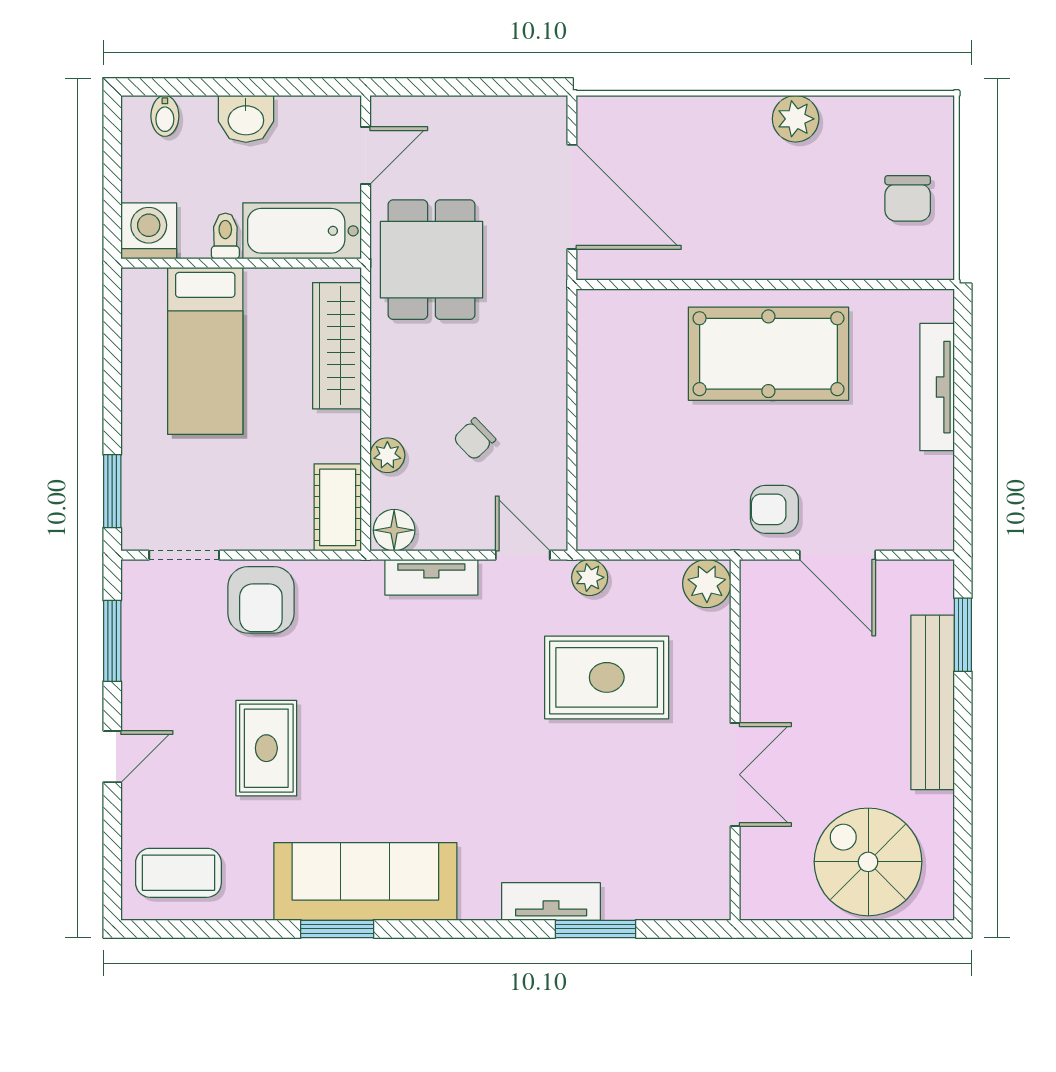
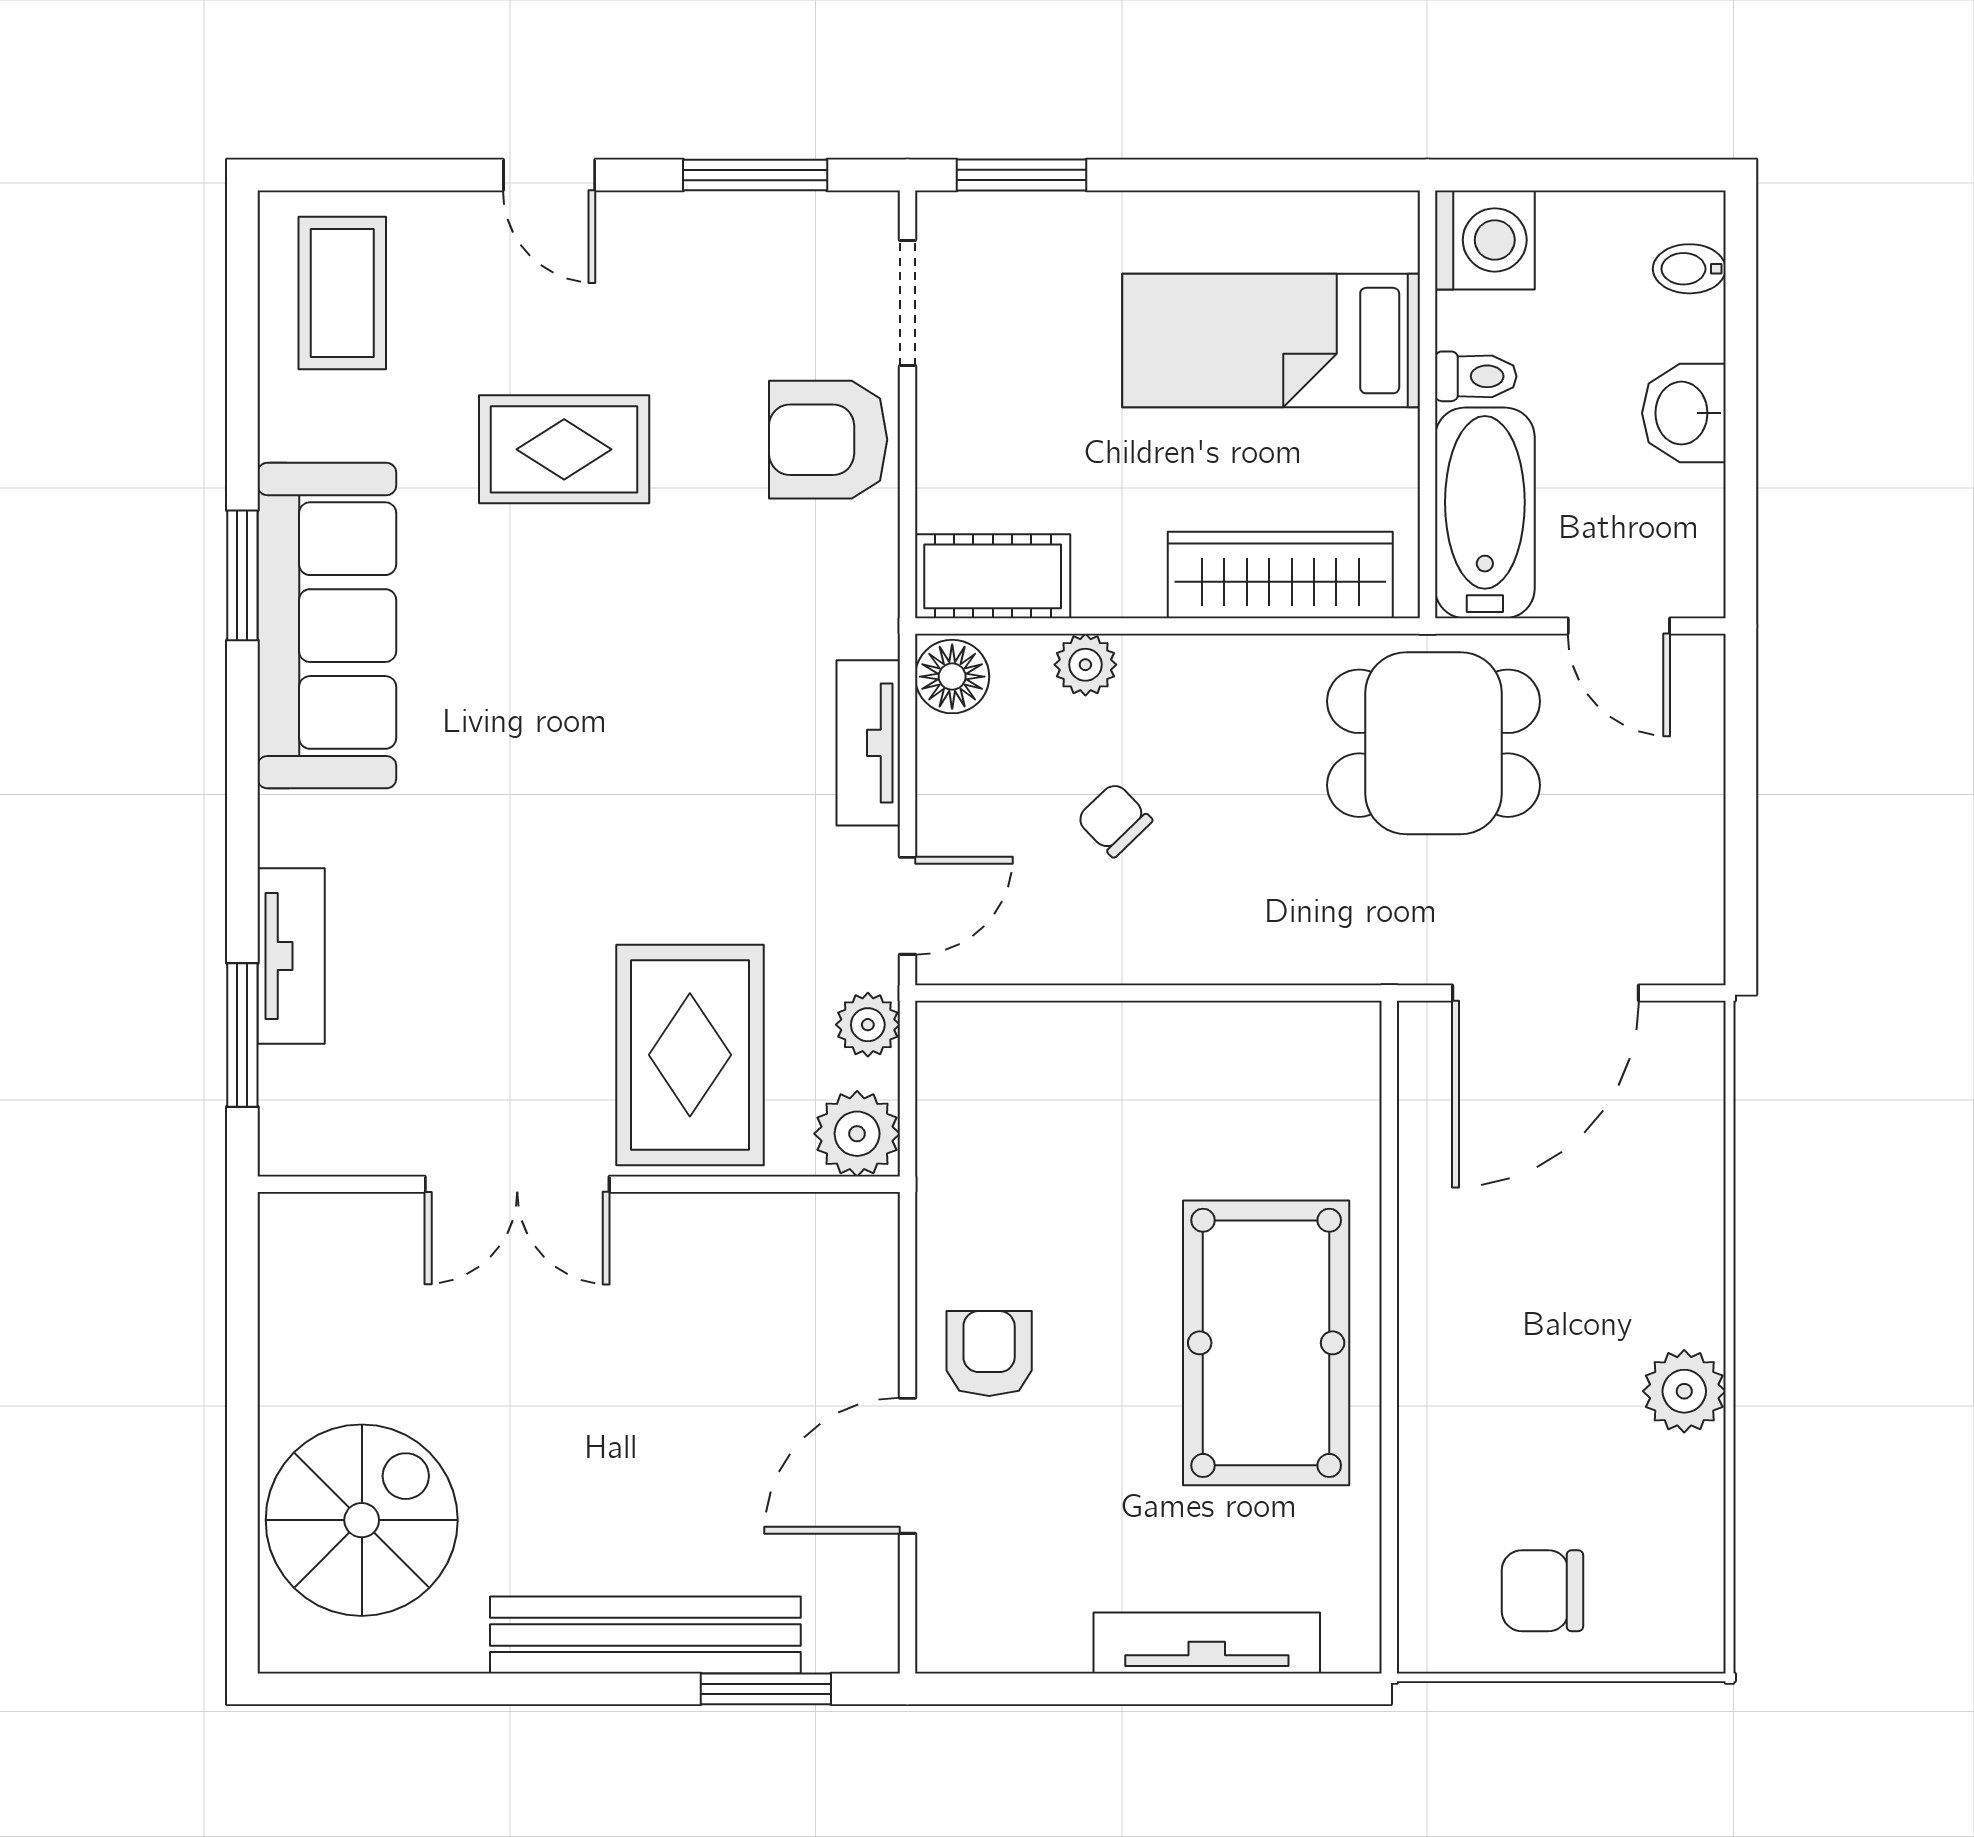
plant: (707, 584) -> (857, 1134), moved
wall: (735, 740) -> (579, 1184), moved
double door: (735, 775) -> (517, 1184), moved

